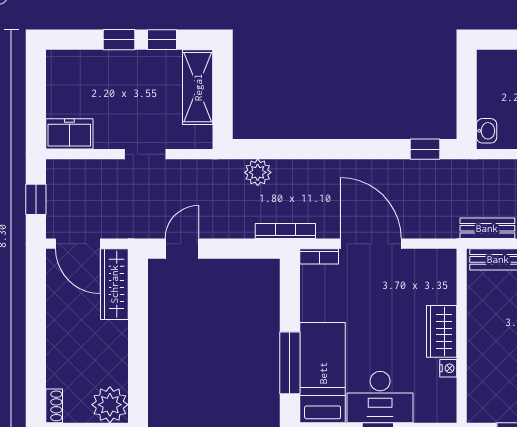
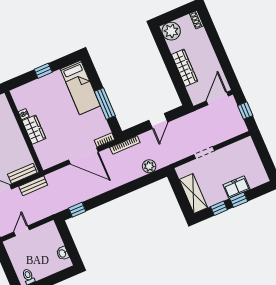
washbasin: (487, 131) -> (63, 253), moved
freezer: (69, 134) -> (236, 187), moved, turned 180
door: (78, 244) -> (217, 98), hinge flipped
door: (182, 249) -> (158, 121), moved
wardrobe: (114, 284) -> (184, 68), moved
window: (290, 363) -> (105, 104), moved
desk: (380, 397) -> (49, 88), removed

